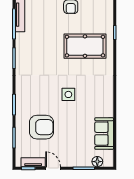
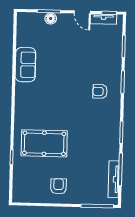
side table: (68, 94) -> (64, 91), removed
armchair: (41, 127) -> (100, 91), moved, width x0.53, depth x0.53
sofa: (104, 134) -> (25, 65), moved
floor lamp: (97, 162) -> (51, 18), moved

